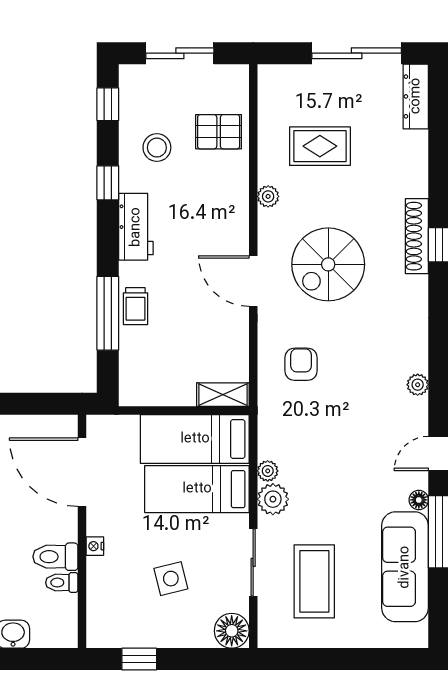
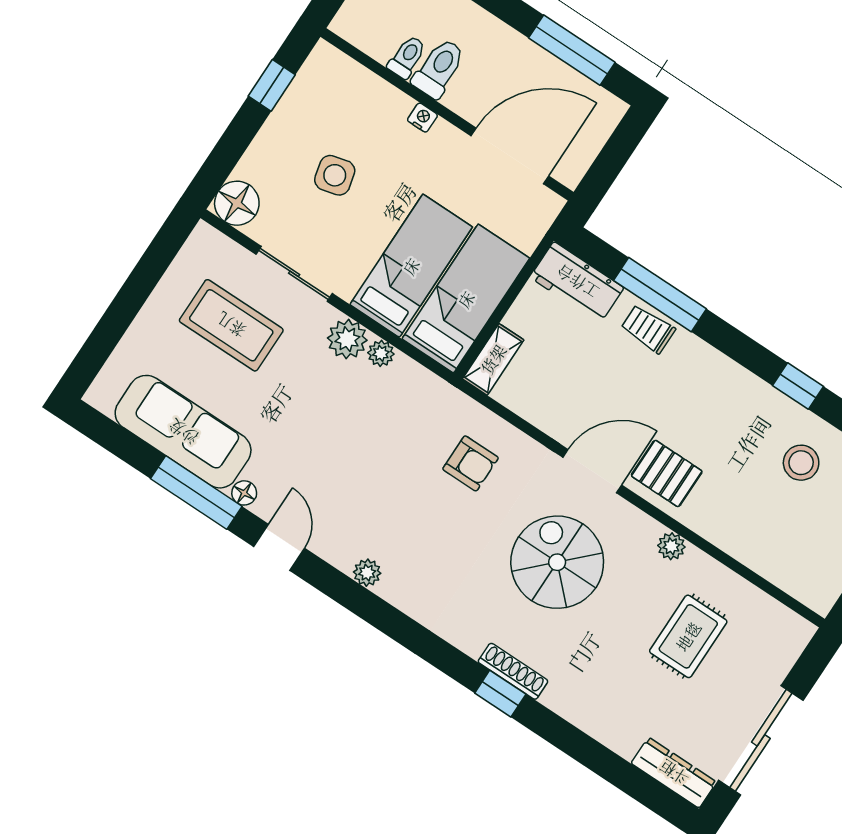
pallet: (219, 132) -> (667, 473), moved, turned 90
workbench: (136, 227) -> (577, 282), moved
shoe rack: (417, 236) -> (513, 671), width x0.74, depth x0.81

